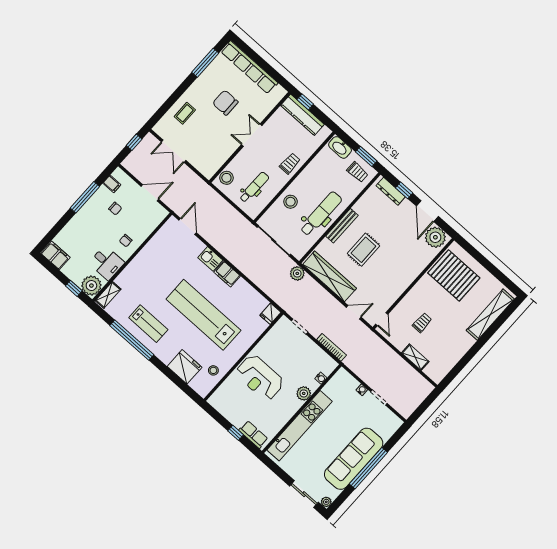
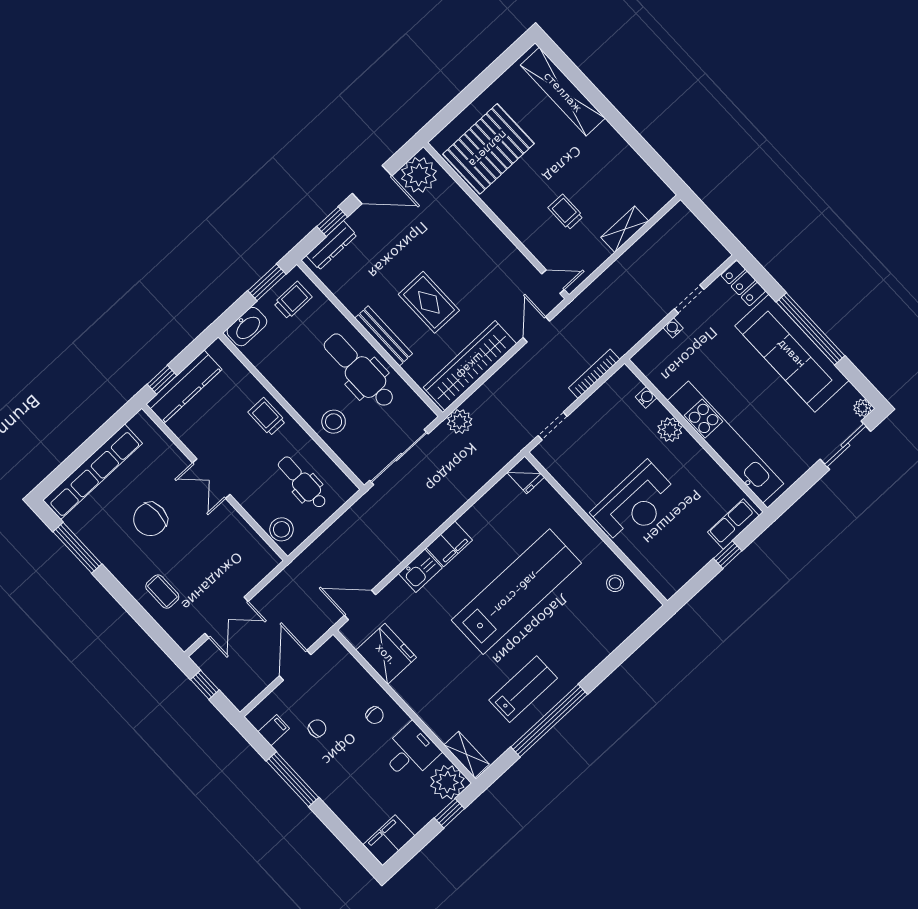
lab bench: (203, 315) -> (516, 592), turned 180
fridge: (185, 367) -> (386, 654), moved, turned 90
locker: (391, 427) -> (743, 283), added

